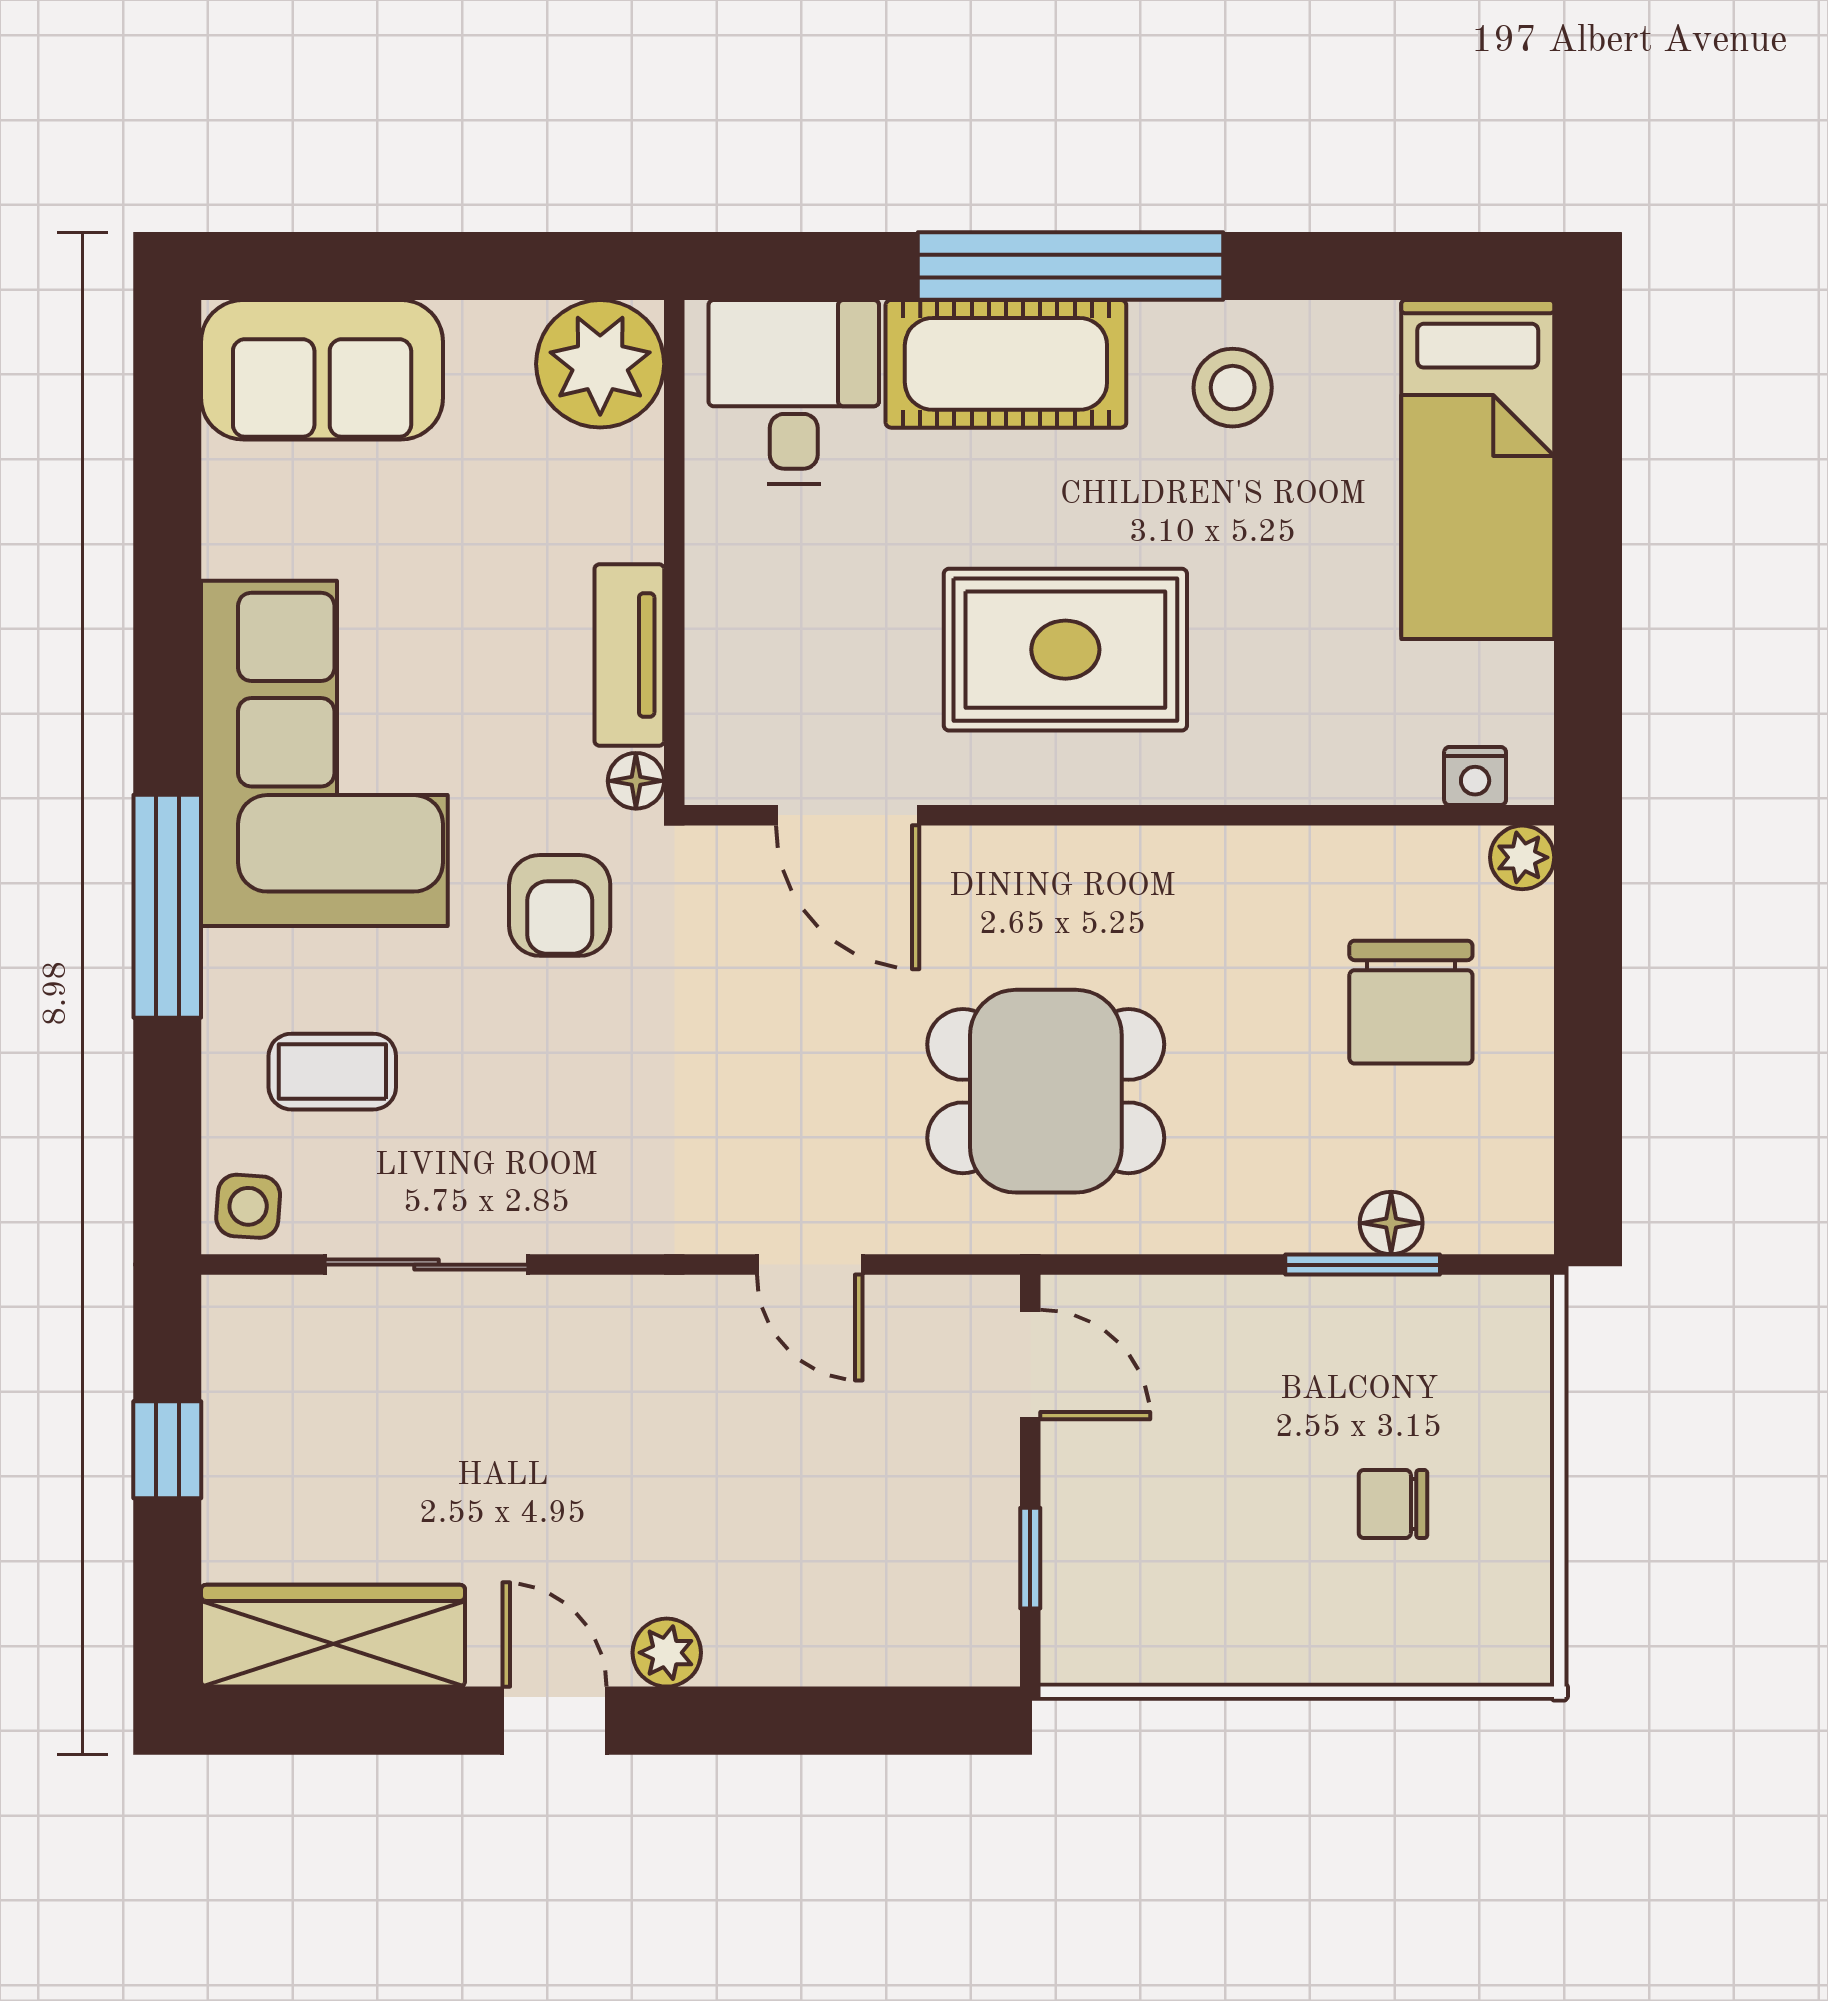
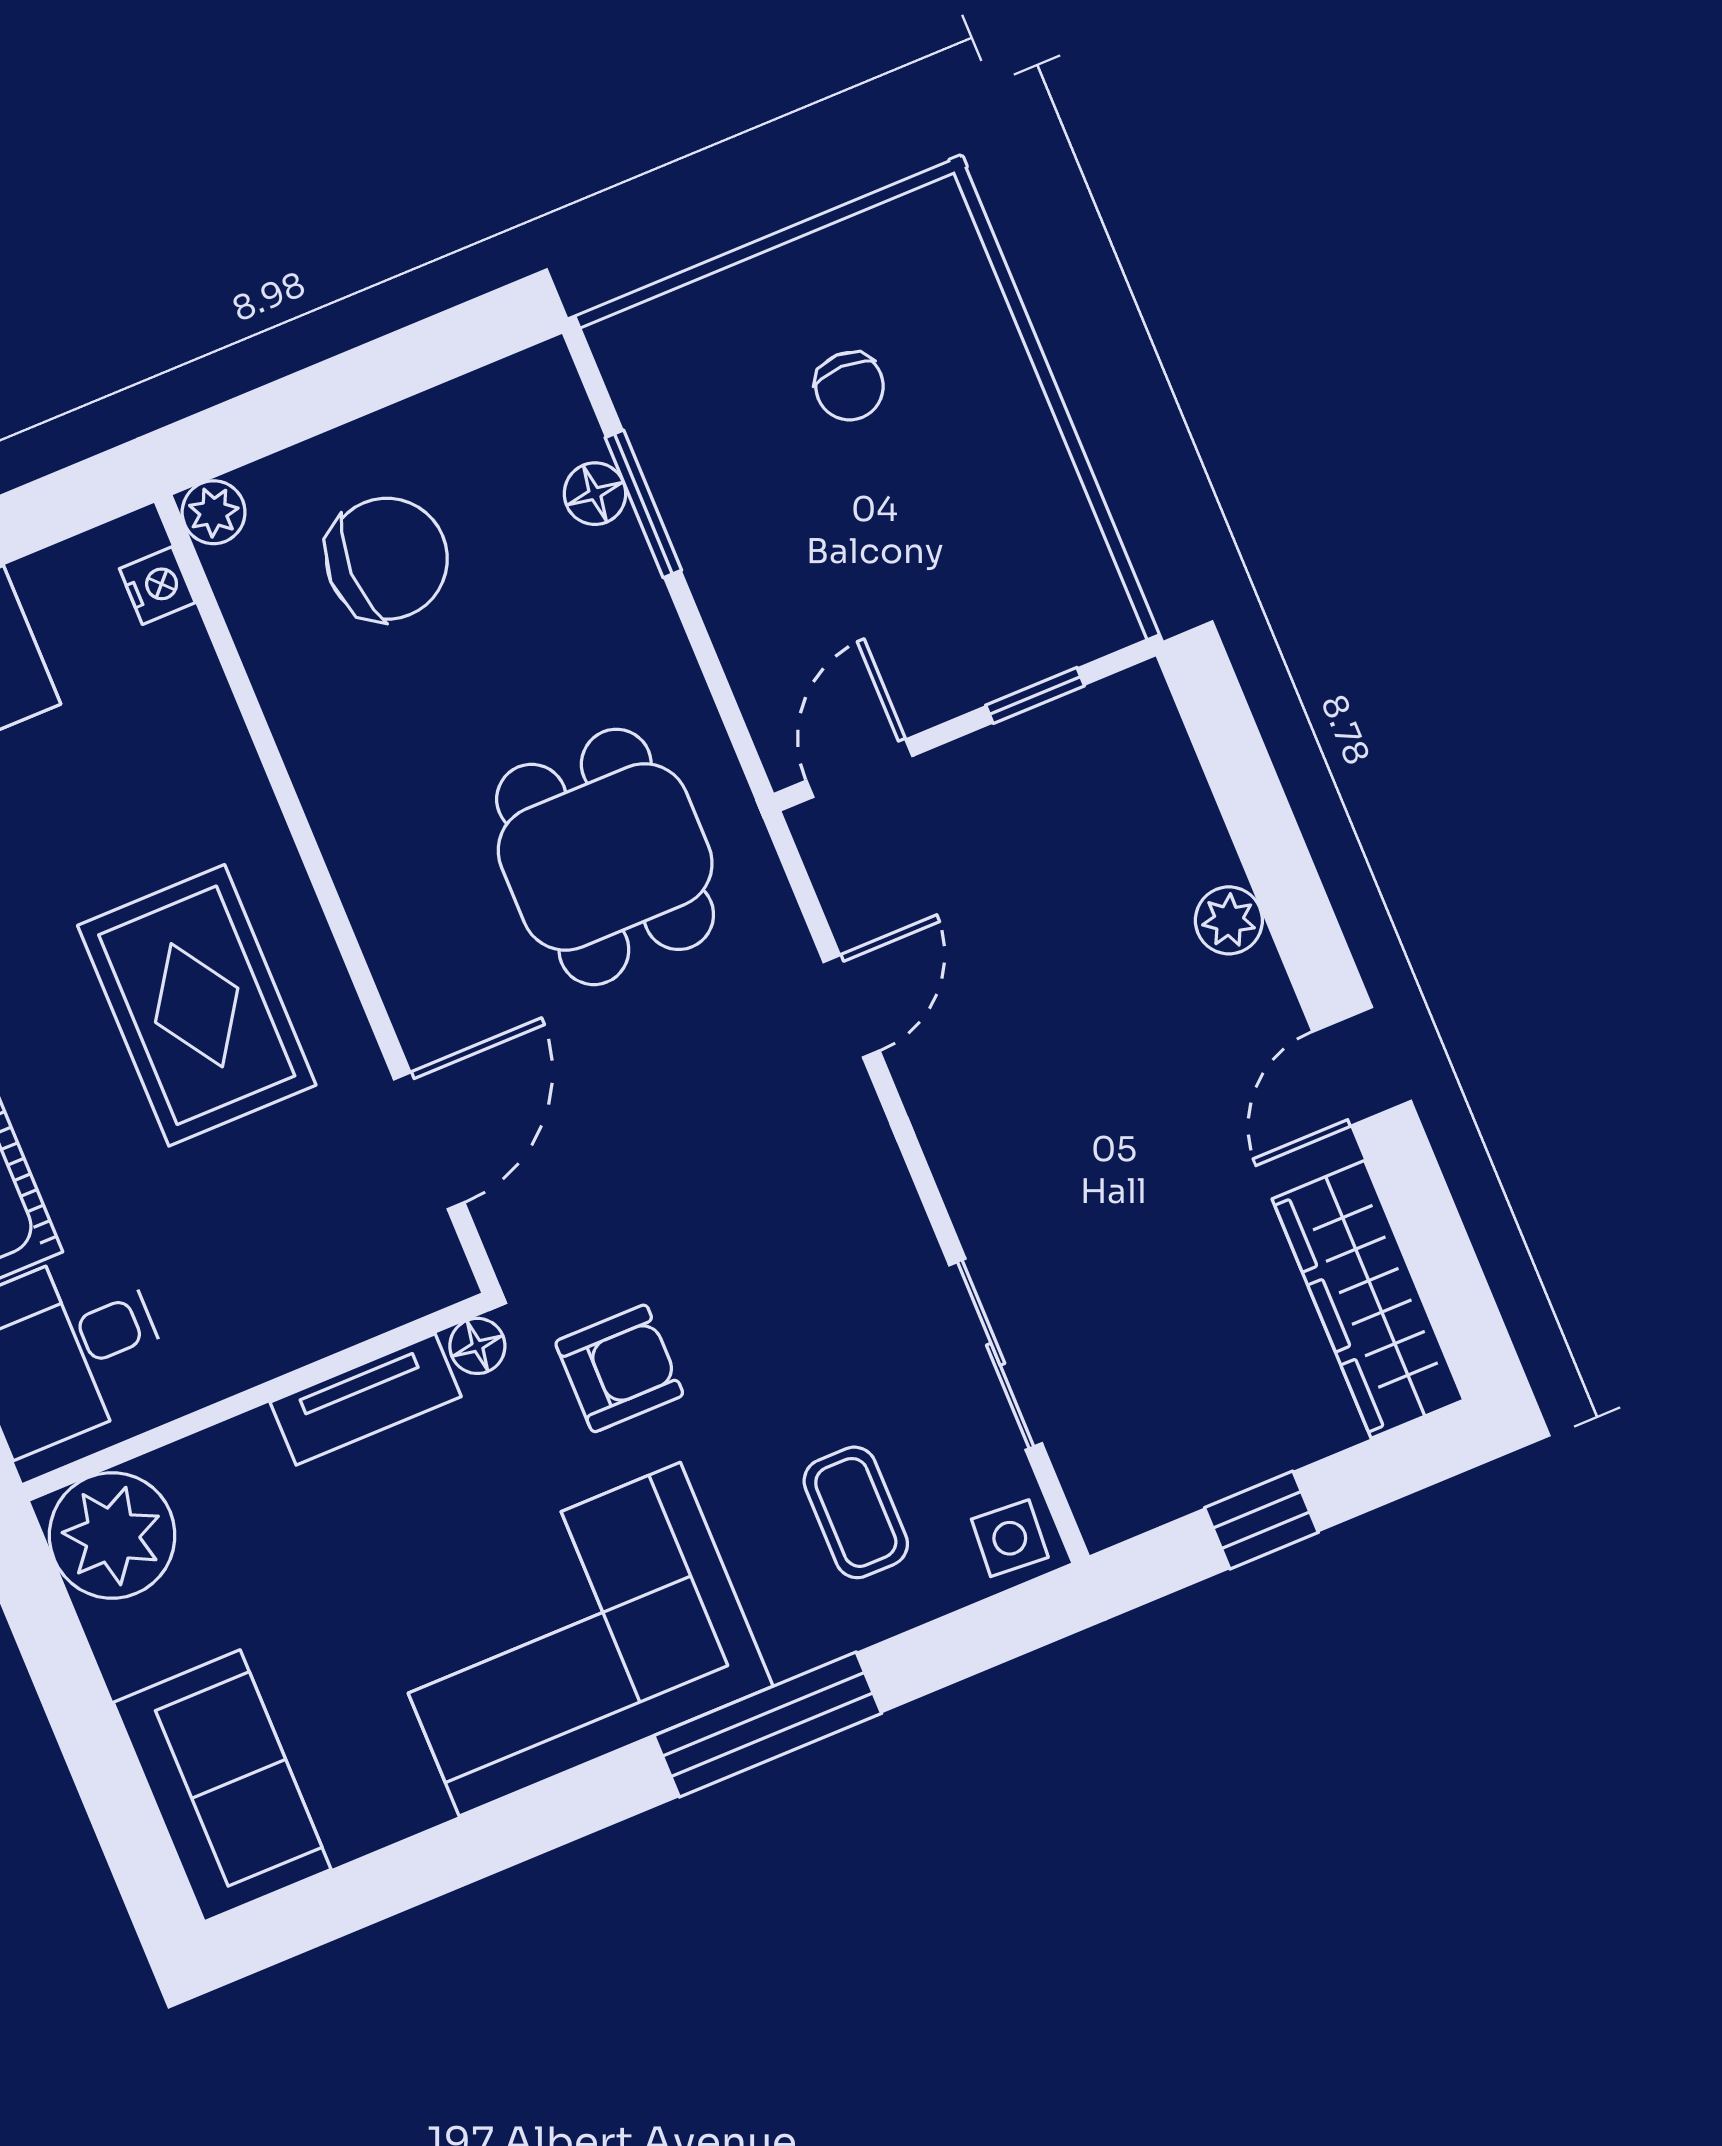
plant: (667, 1653) -> (1229, 920), moved

